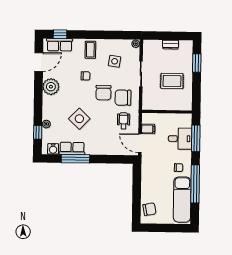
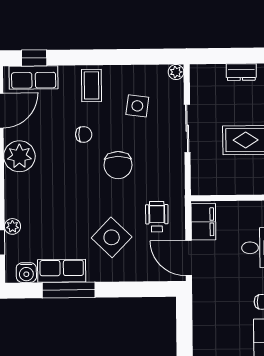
chair: (123, 98) -> (155, 174), removed
side table: (79, 119) -> (112, 237), moved
filing cabinet: (148, 129) -> (203, 222), width x2.00

